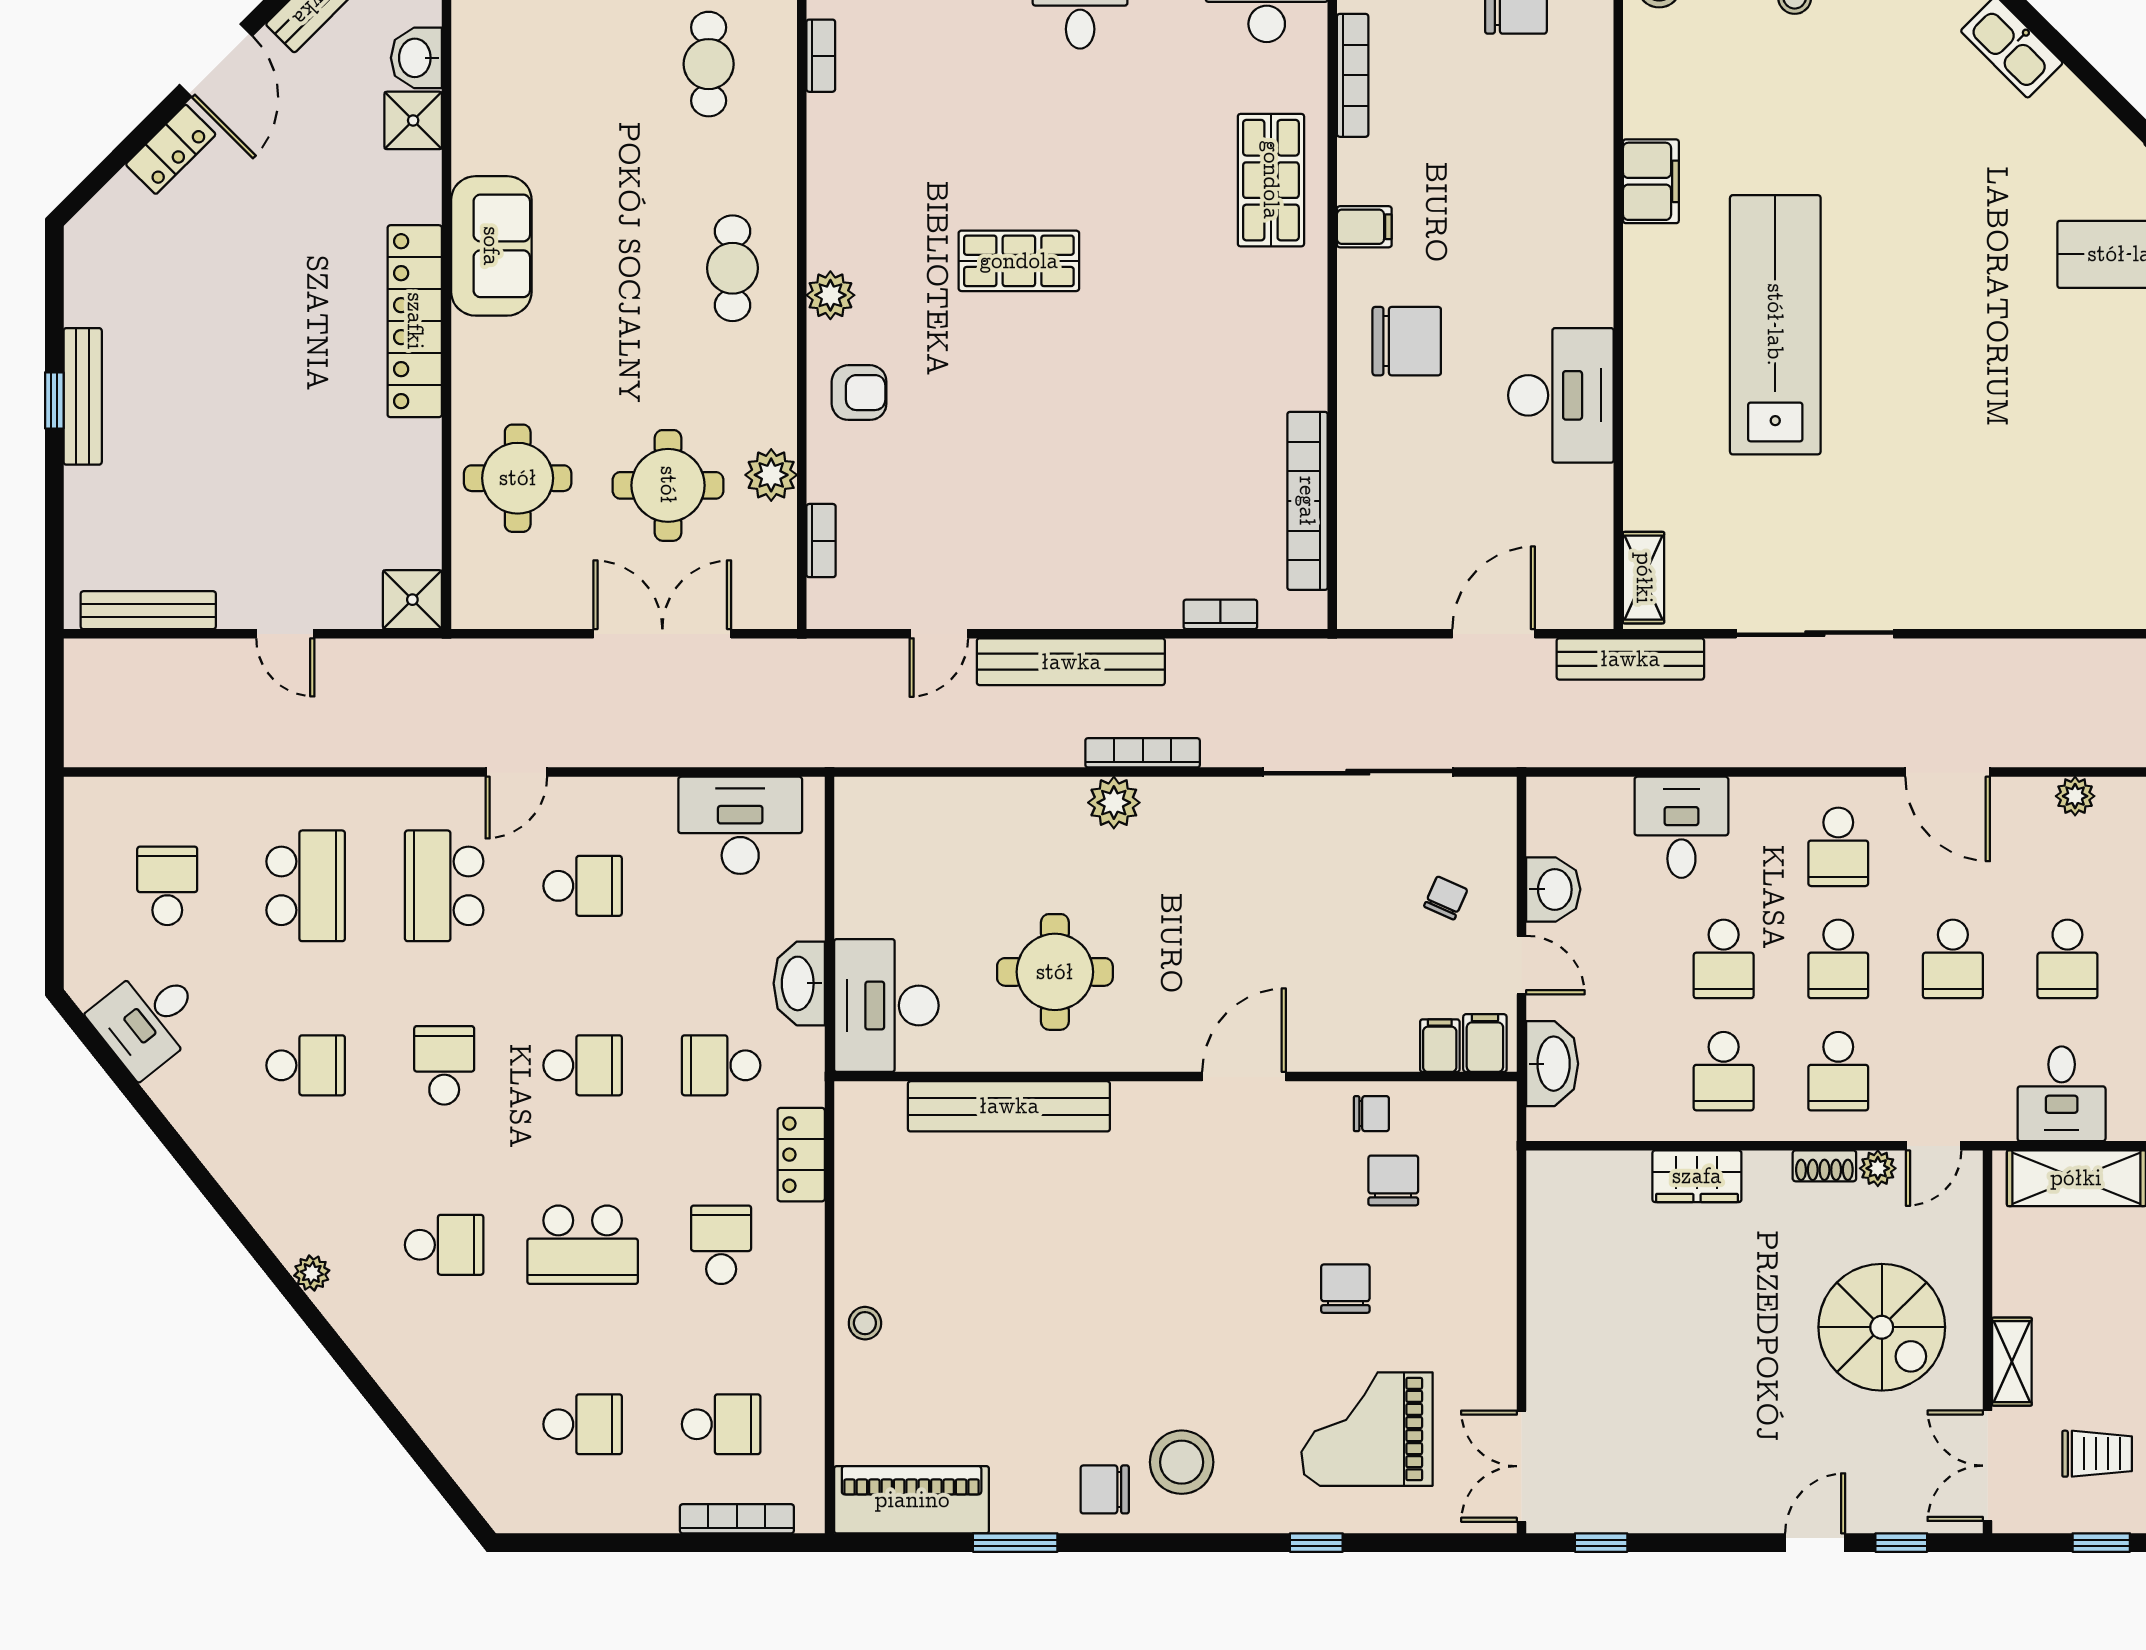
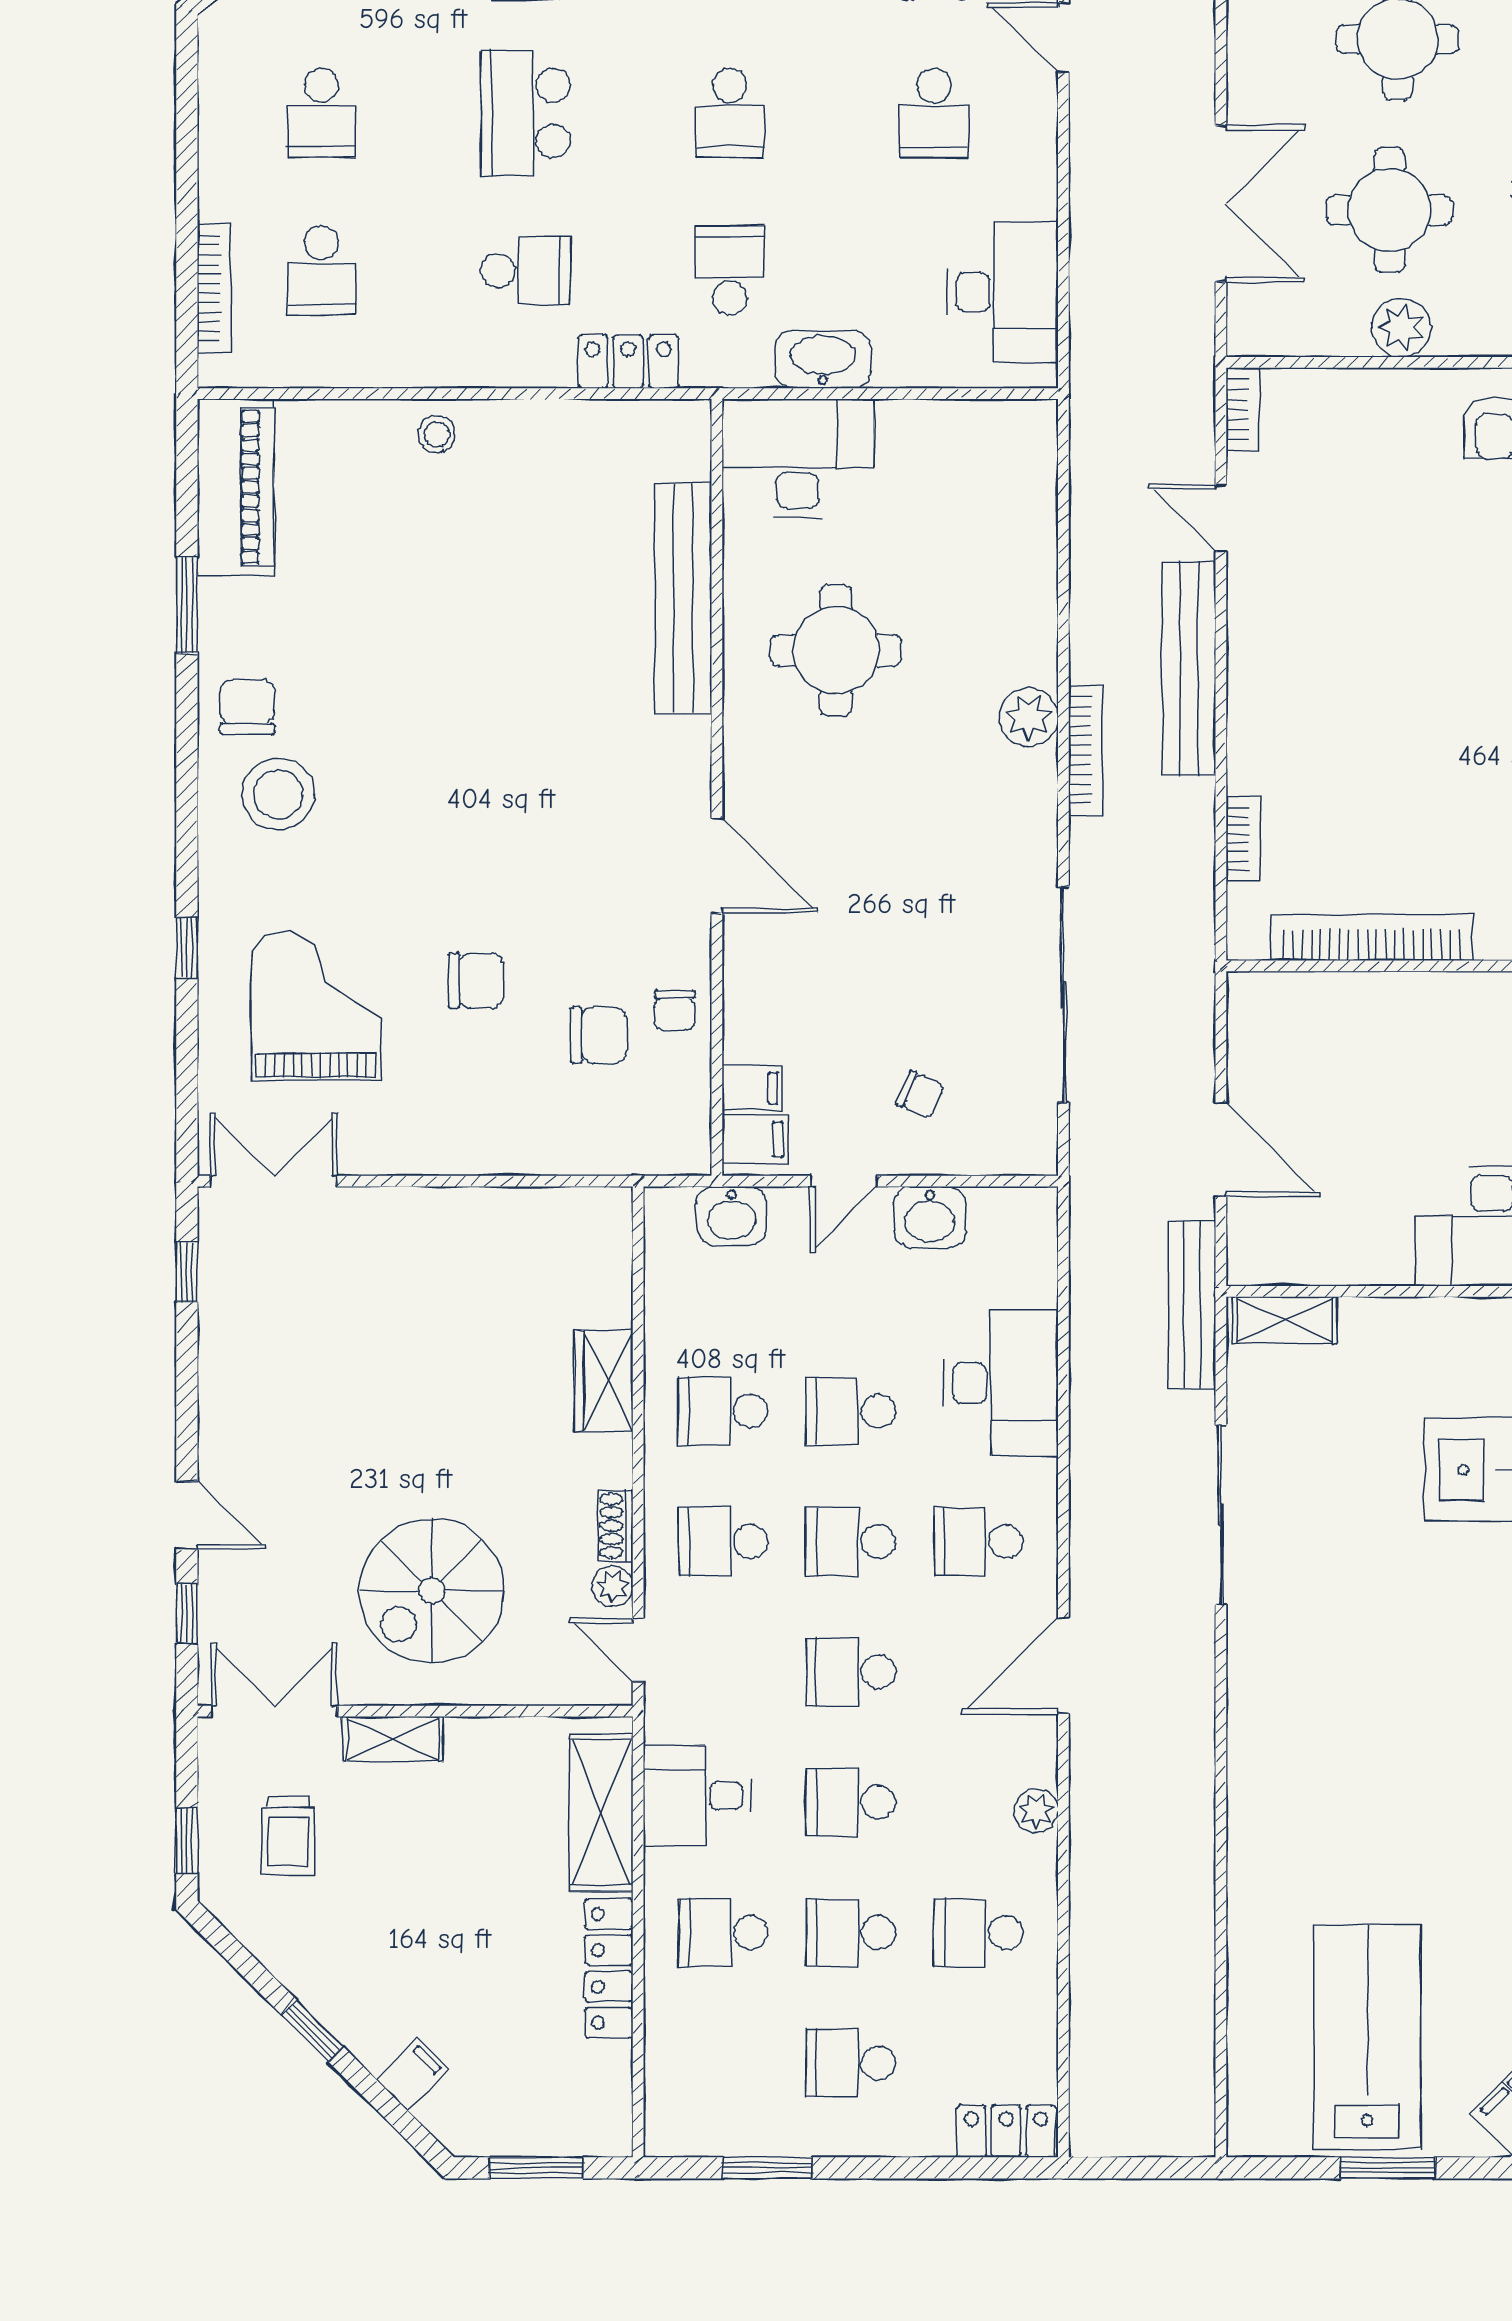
bookcase: (821, 541) -> (1243, 409), moved, turned -90
desk: (1681, 827) -> (1001, 1383), width x1.37
washbasin: (1552, 1064) -> (732, 1216), width x0.72

